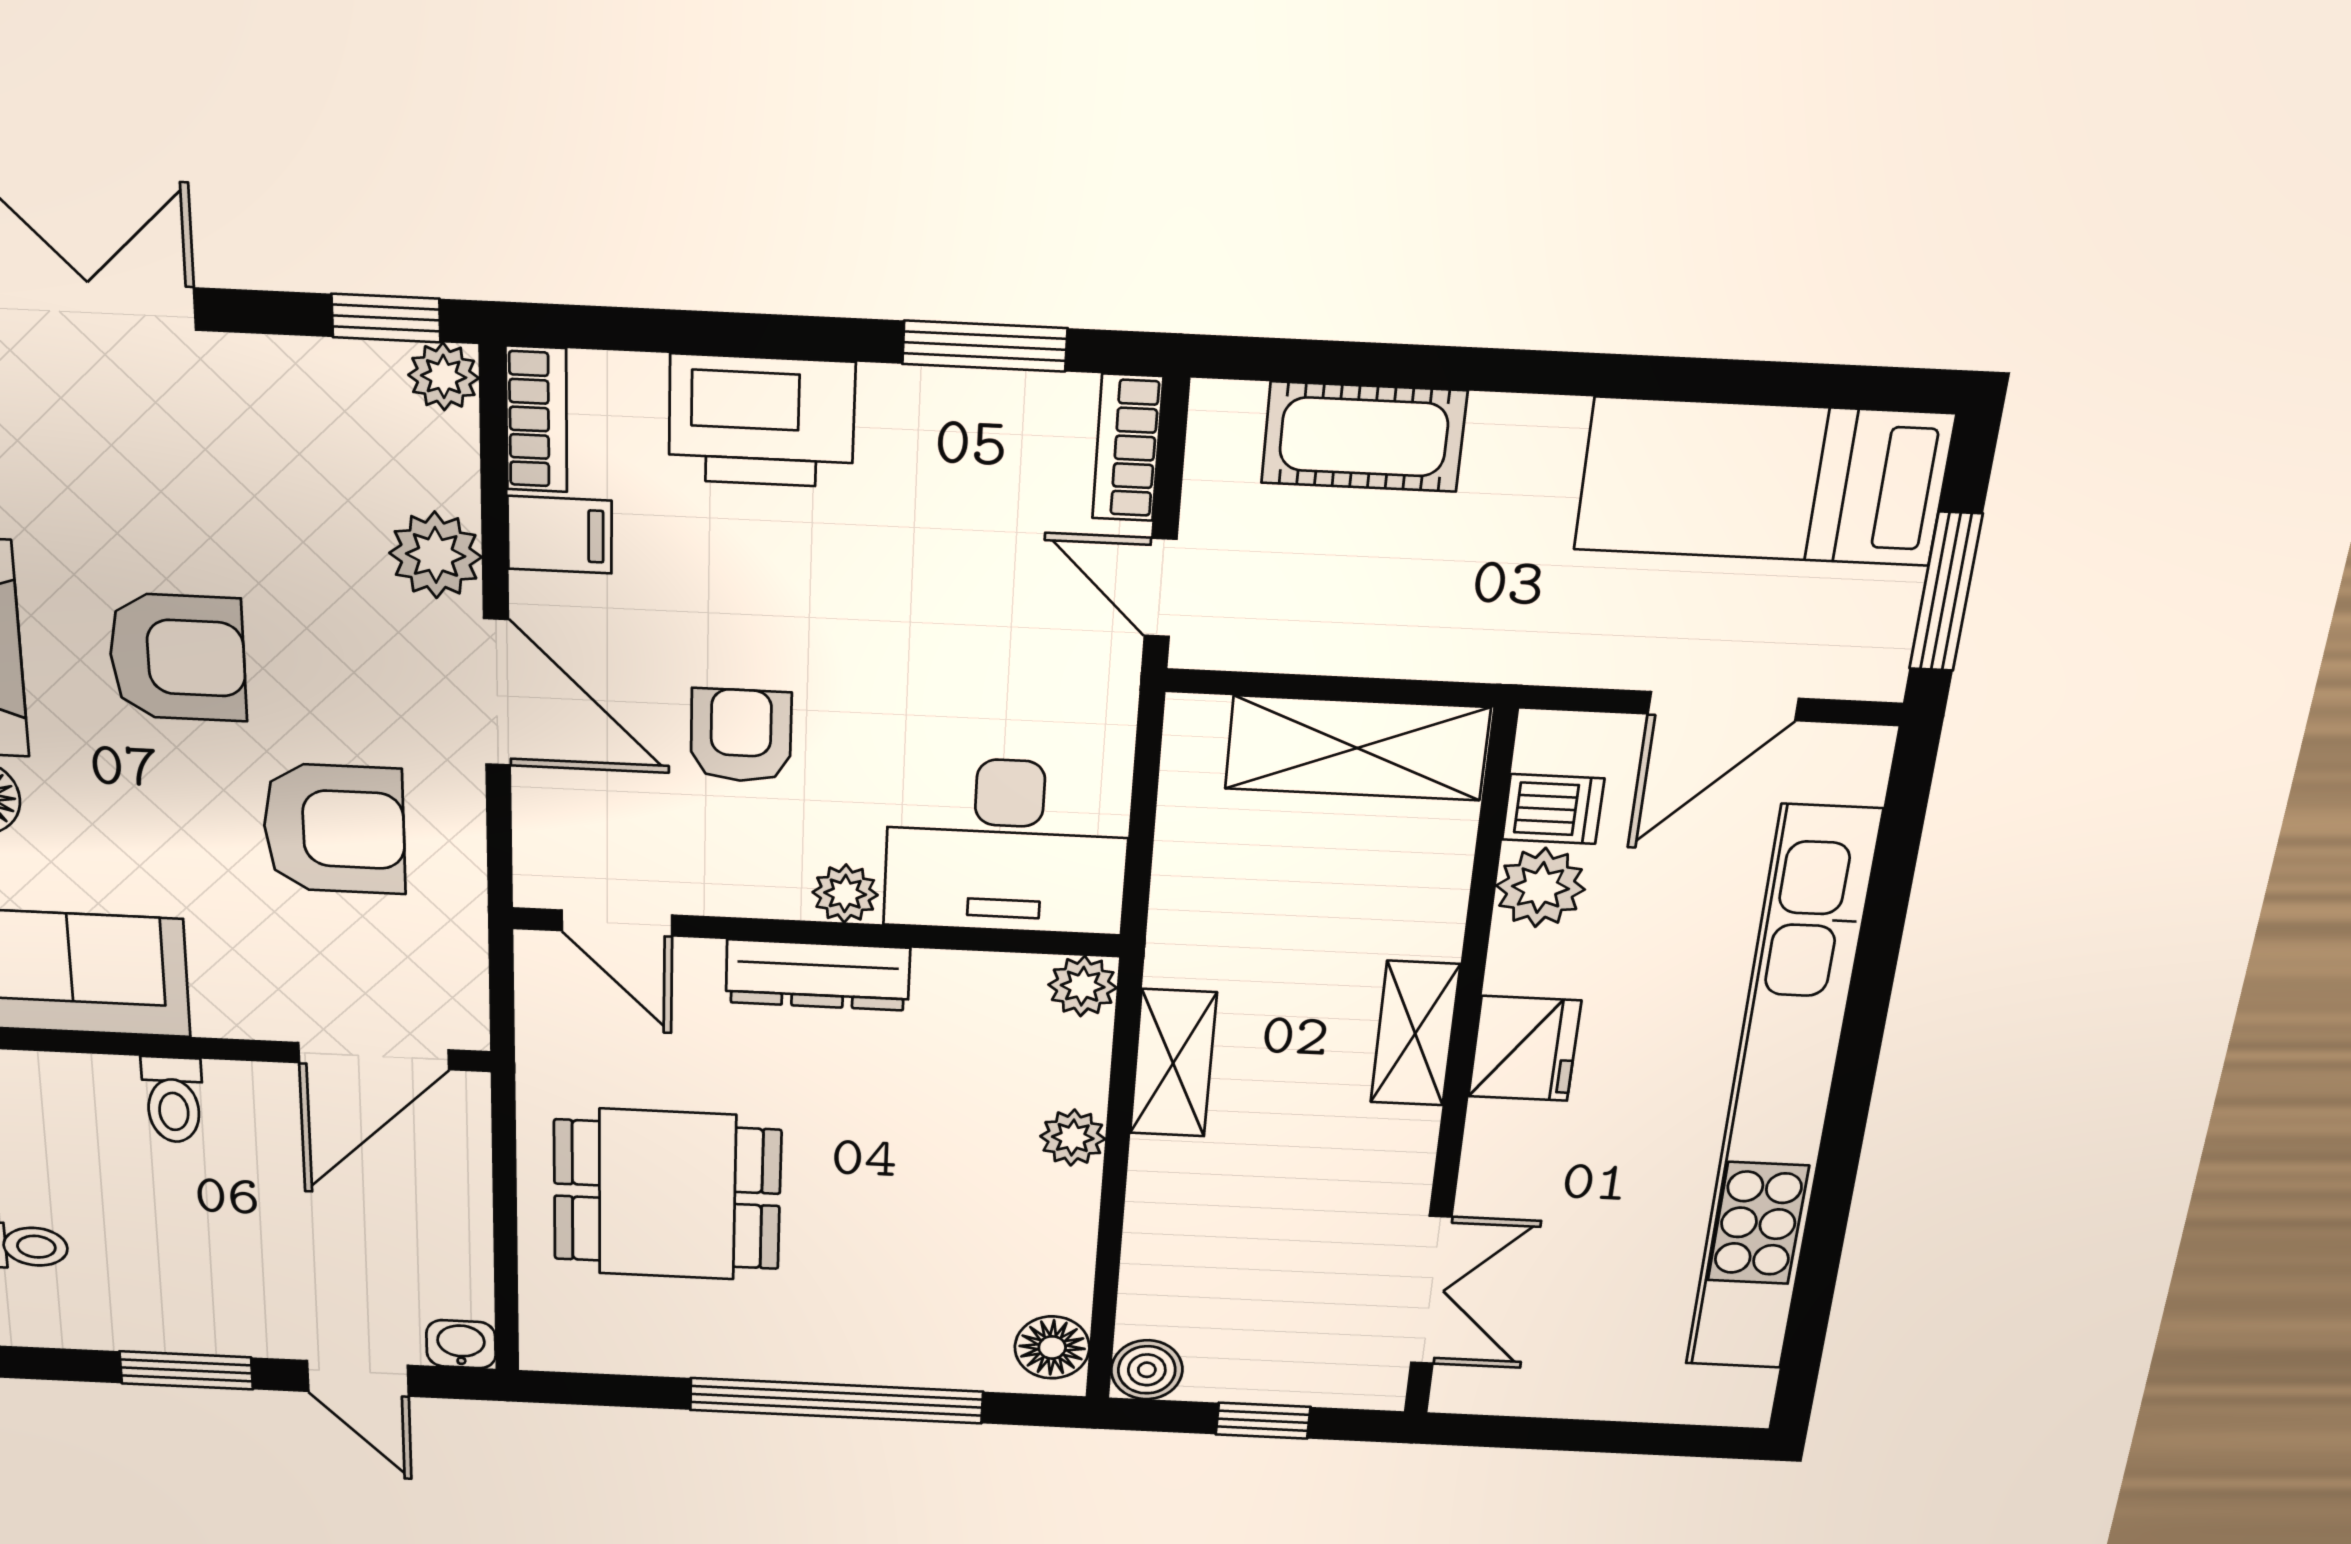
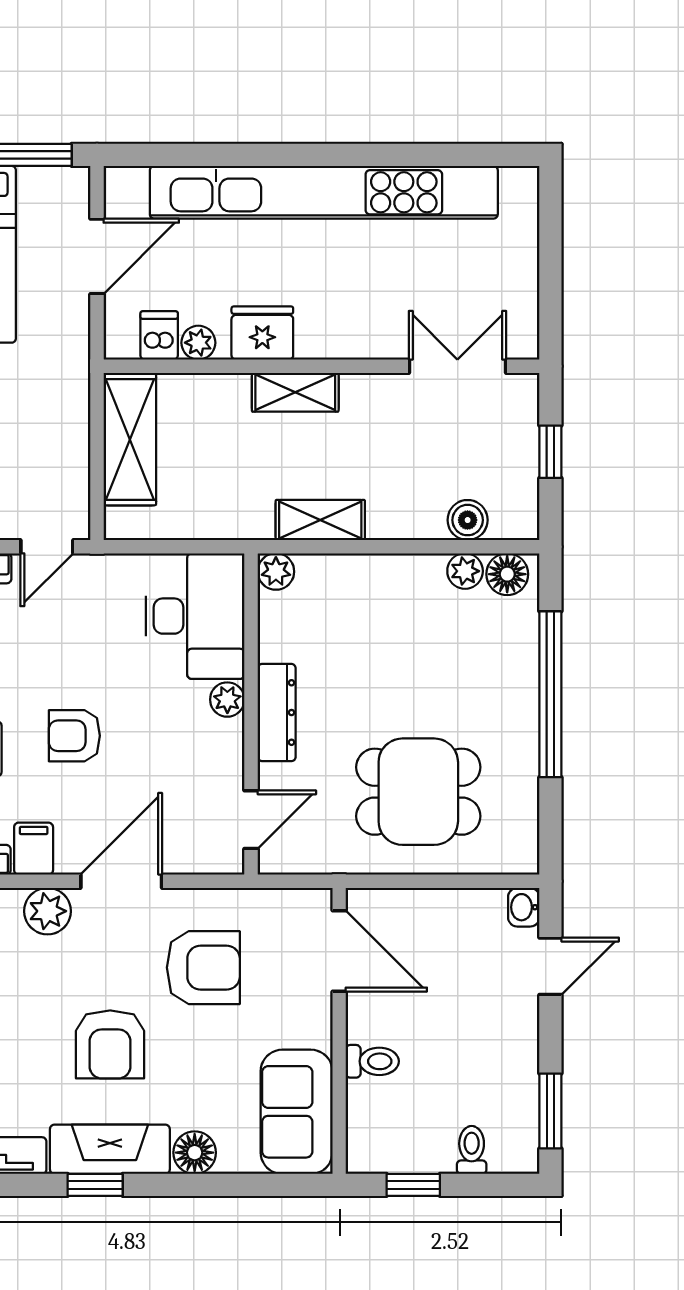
armchair: (177, 657) -> (110, 1044), turned 180
door: (1723, 706) -> (97, 256), hinge flipped
armchair: (741, 736) -> (74, 736), moved
armchair: (334, 829) -> (203, 968), turned 90
plant: (1540, 888) -> (198, 343), width x0.73, depth x0.73
fridge: (1525, 1049) -> (262, 333), moved
plant: (1073, 1138) -> (465, 571), moved
dining table: (667, 1195) -> (418, 792), turned 90
window: (186, 1370) -> (550, 1111), moved
boiler: (1147, 1370) -> (468, 520), moved

